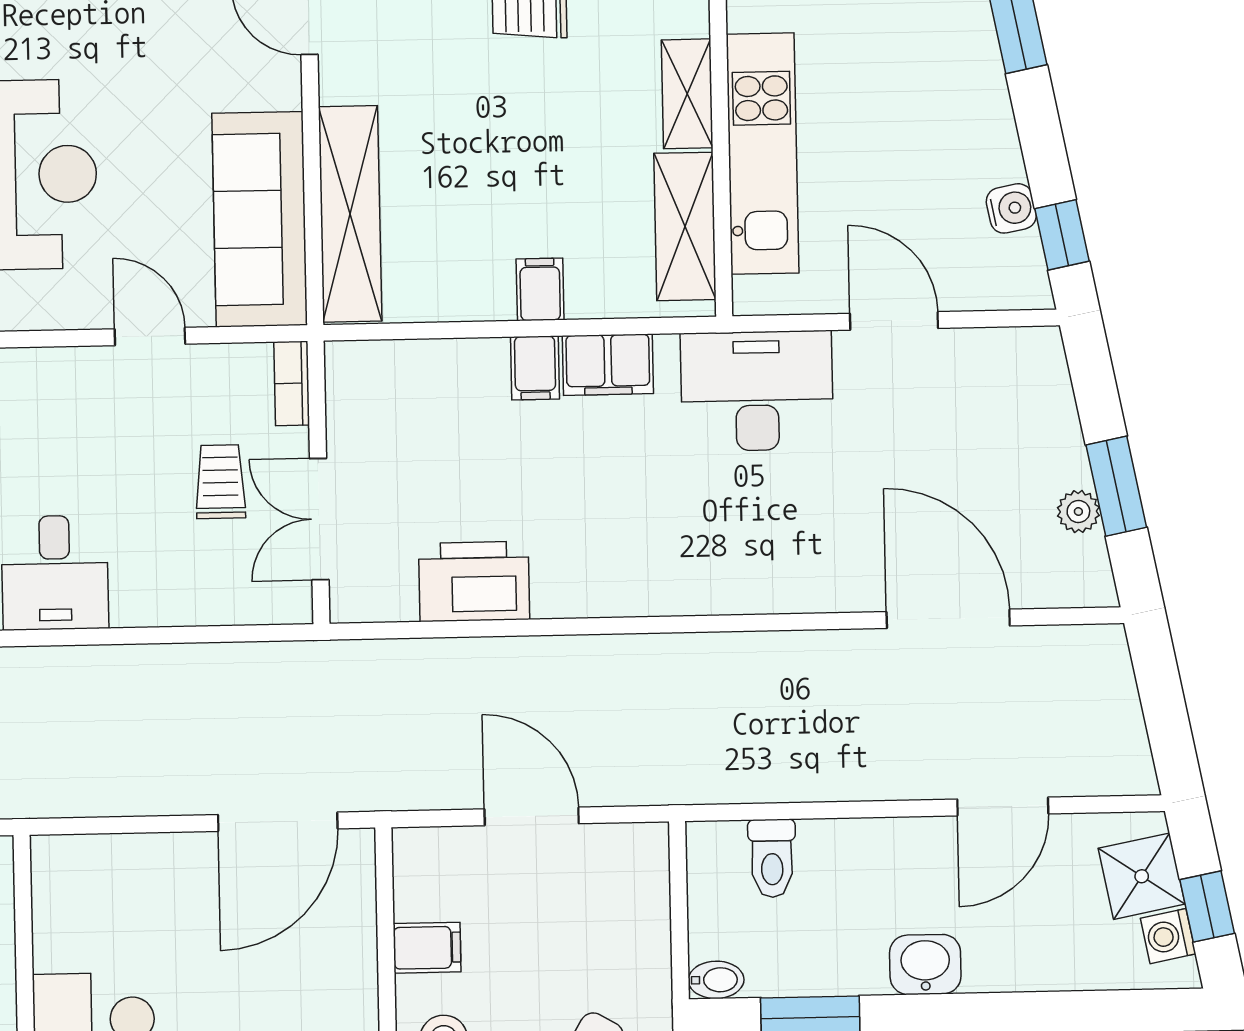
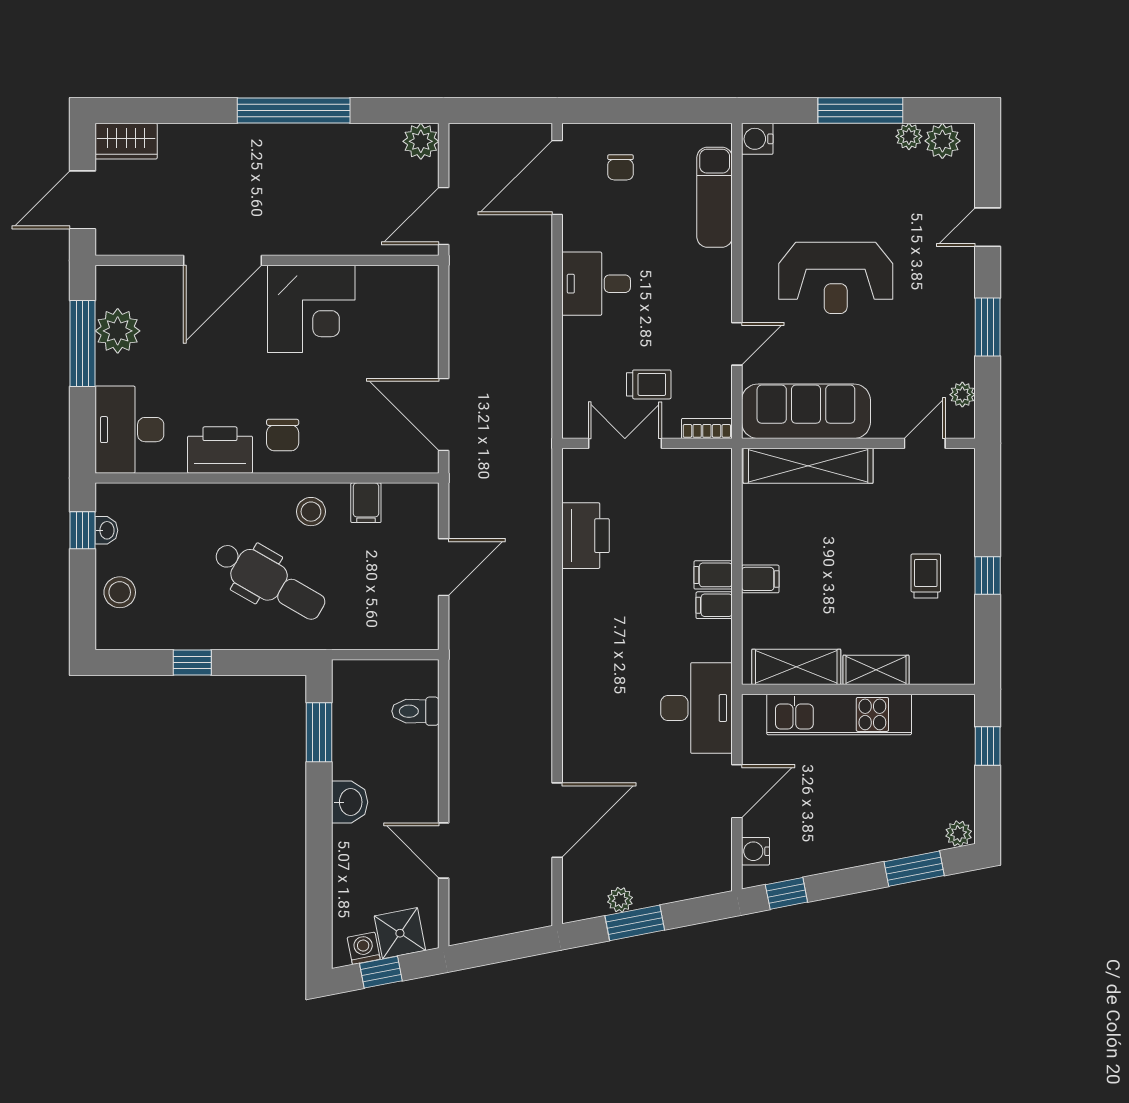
water cooler: (1011, 208) -> (756, 851), moved, turned 101
filing cabinet: (608, 365) -> (714, 605), width x0.50
bidet: (716, 980) -> (343, 676), removed

